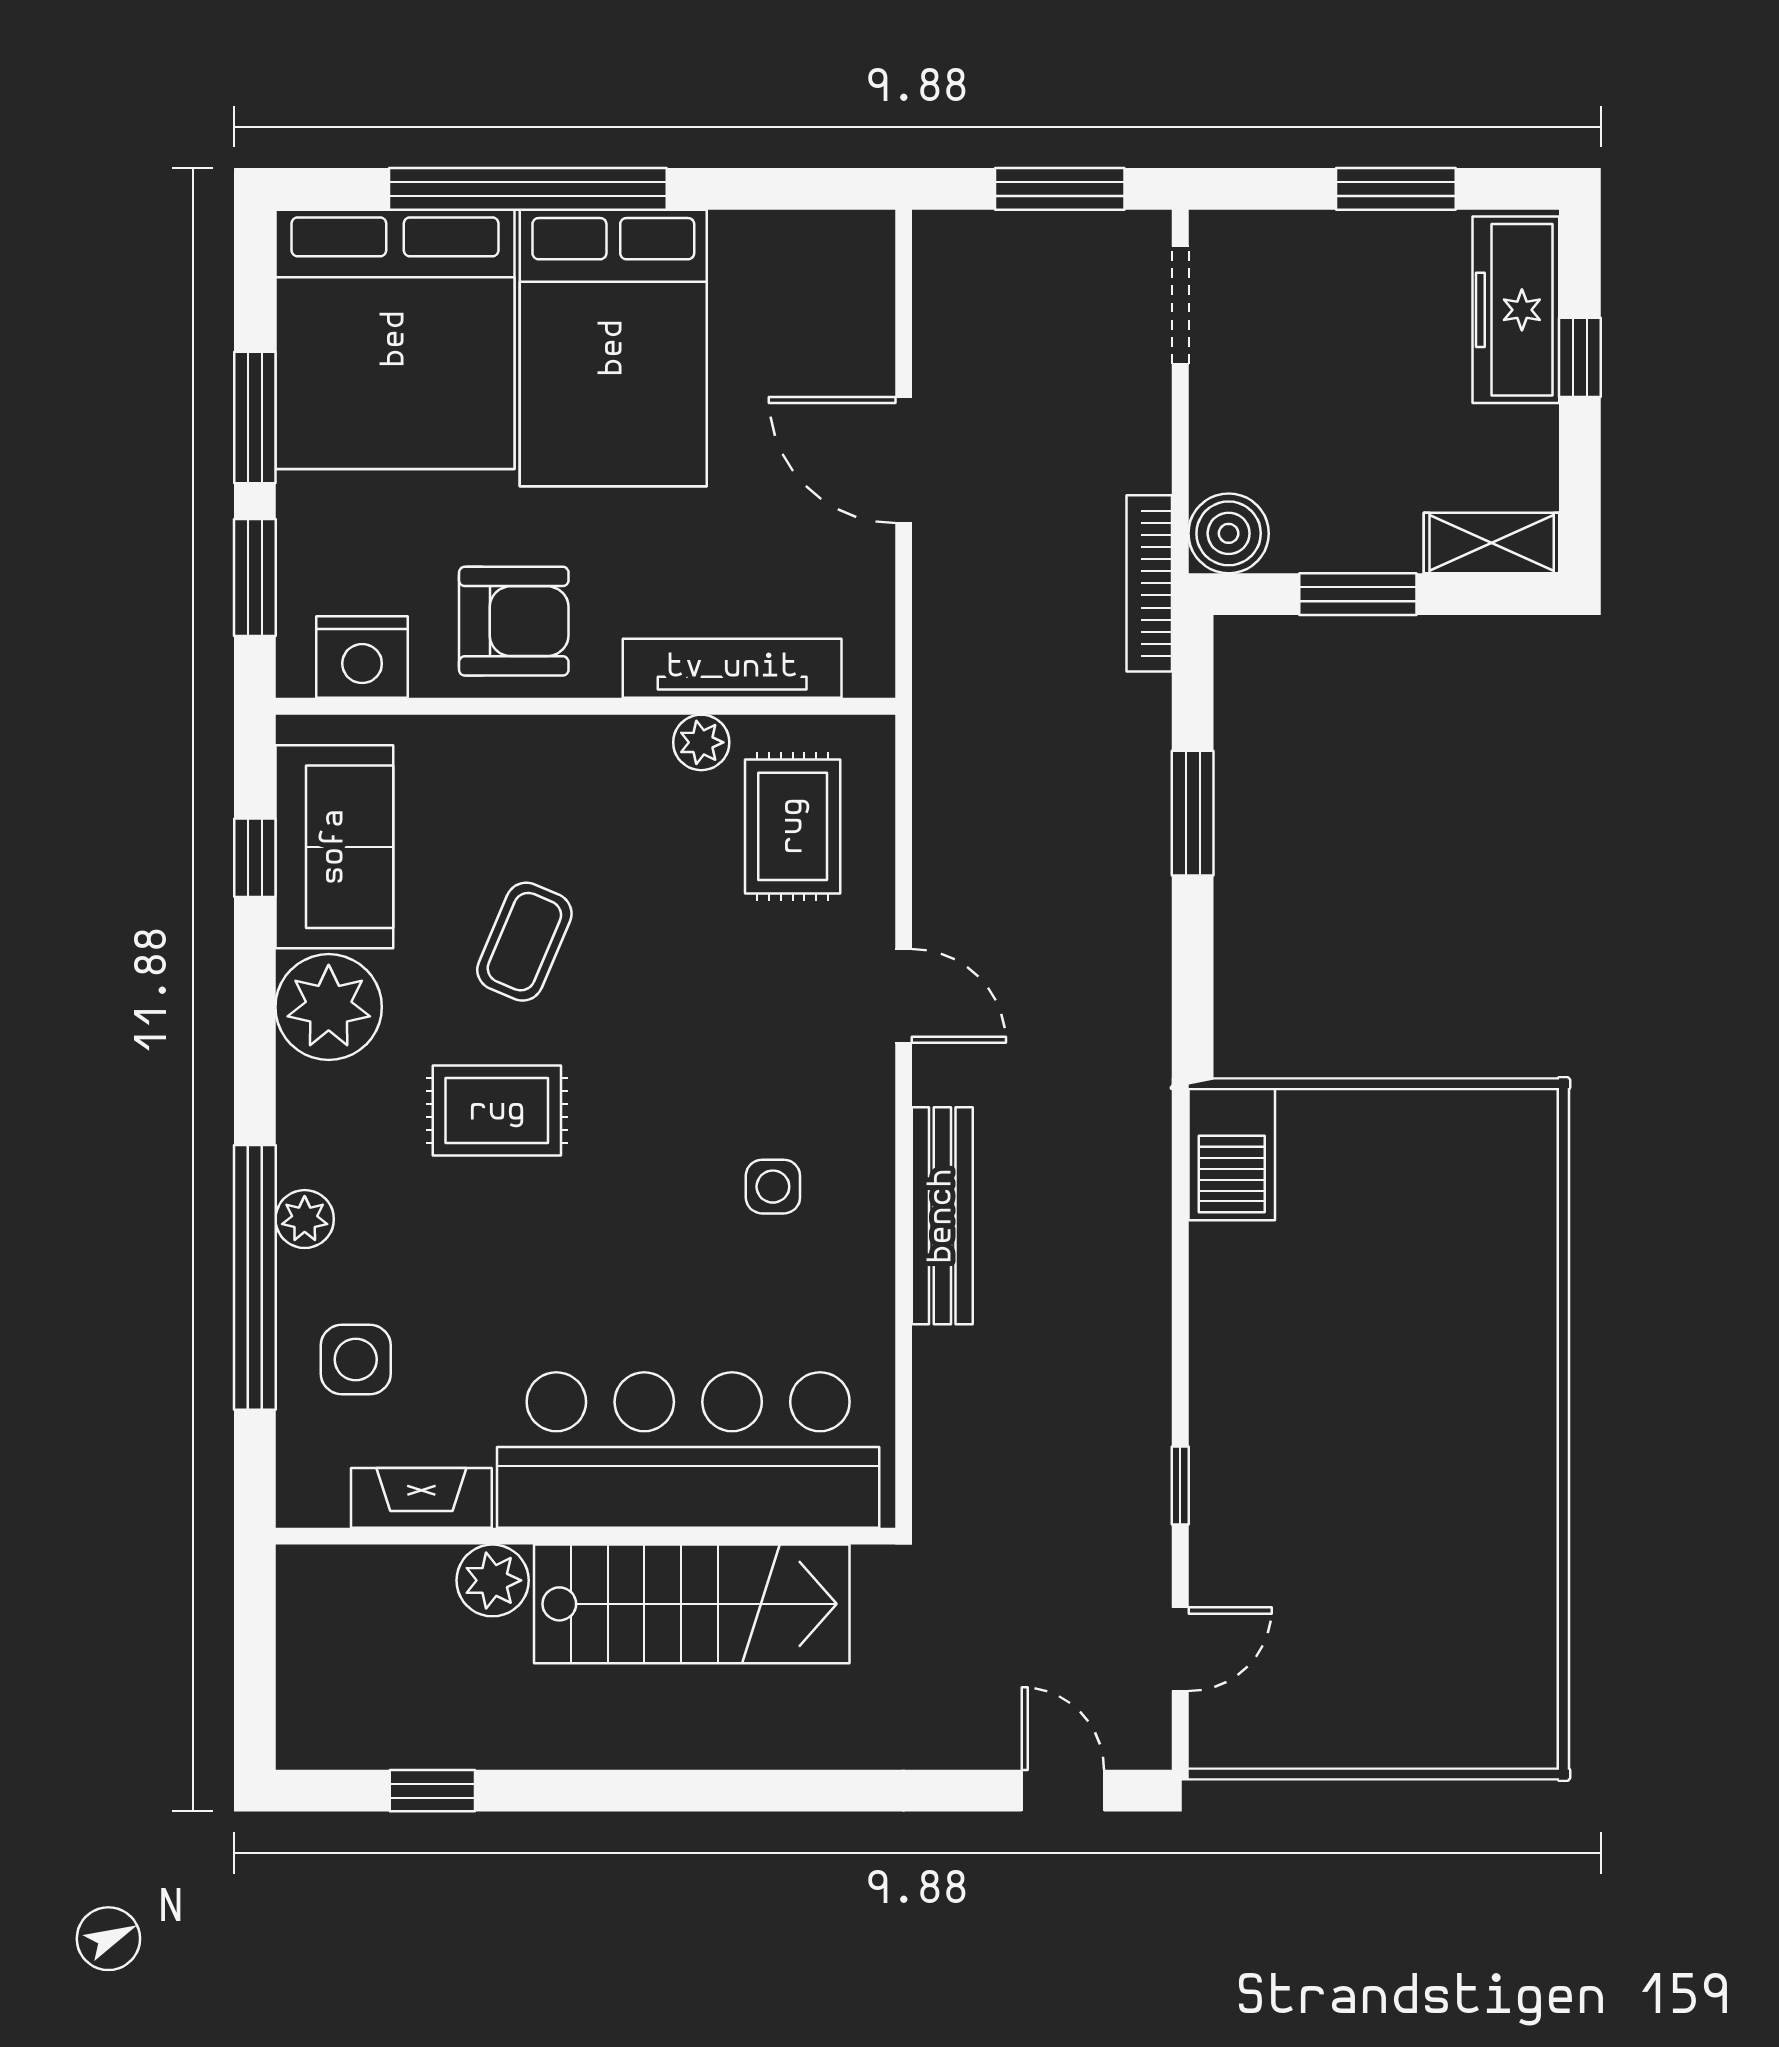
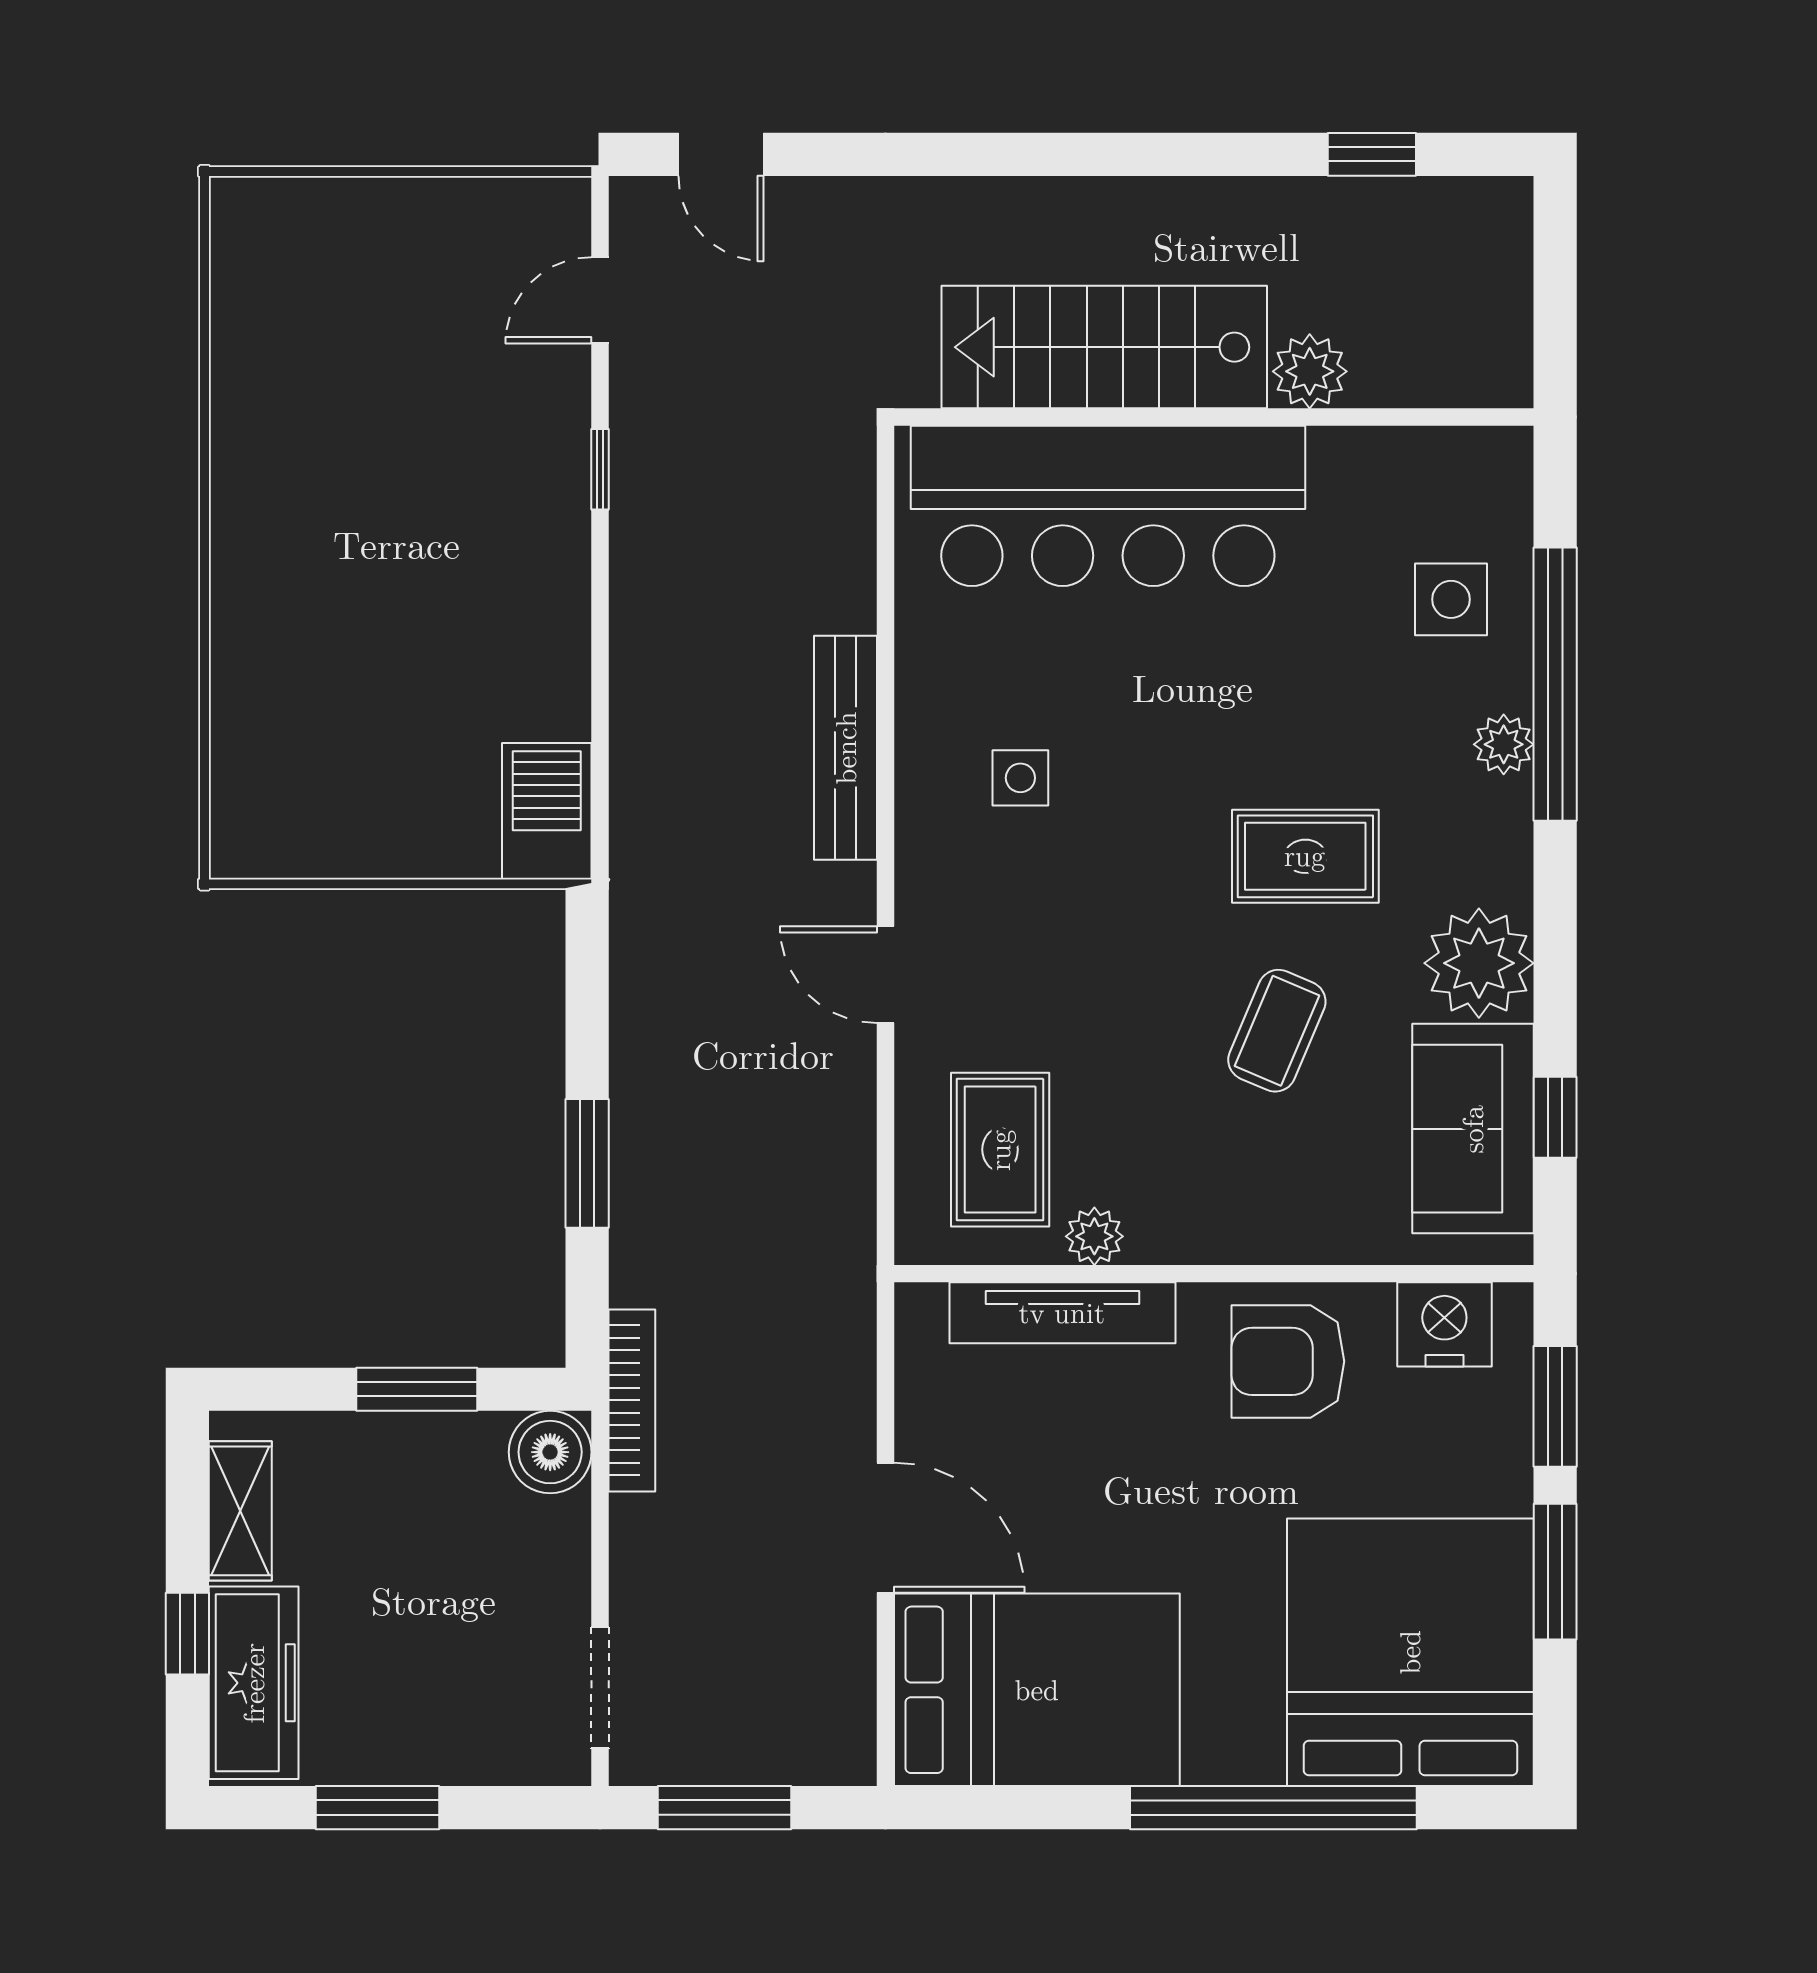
bed: (613, 348) -> (1037, 1690), moved, turned 90
shelving: (1492, 543) -> (240, 1511), moved, turned 90
fireplace: (421, 1498) -> (1383, 457), removed

